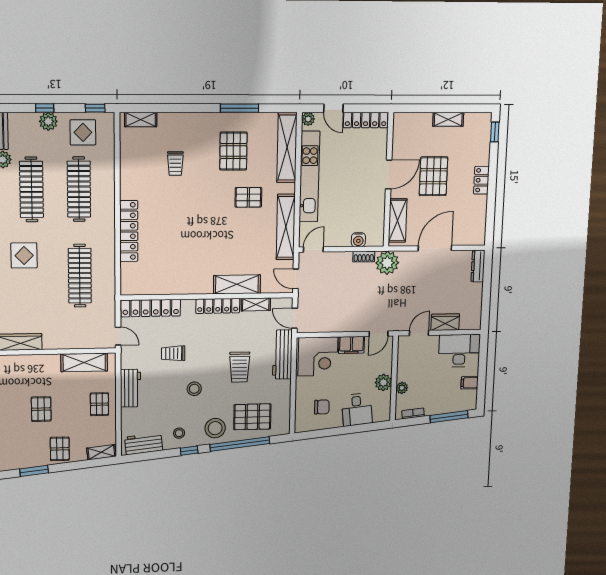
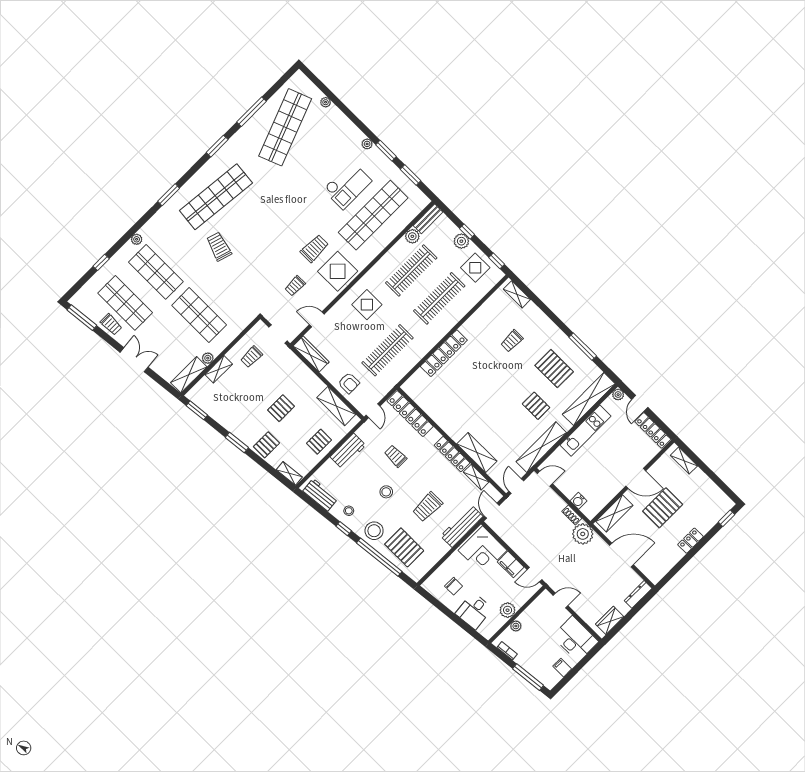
shelving: (448, 119) -> (684, 461), moved
pallet: (233, 151) -> (554, 369), turned 90
kitchen unit: (309, 177) -> (585, 431), width x0.73
wardrobe: (445, 322) -> (610, 620), moved, turned -90
armchair: (75, 334) -> (349, 383), added

